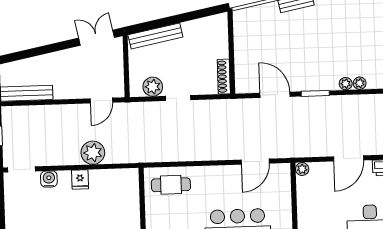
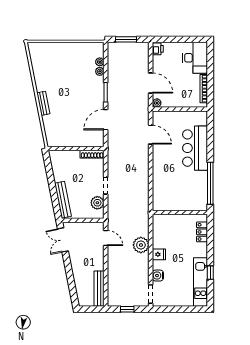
door: (349, 158) -> (151, 83), moved
cafe table: (171, 185) -> (165, 193), removed

